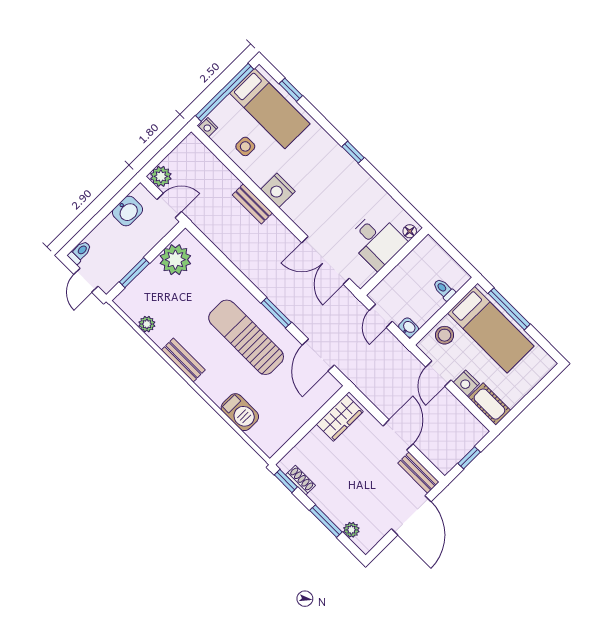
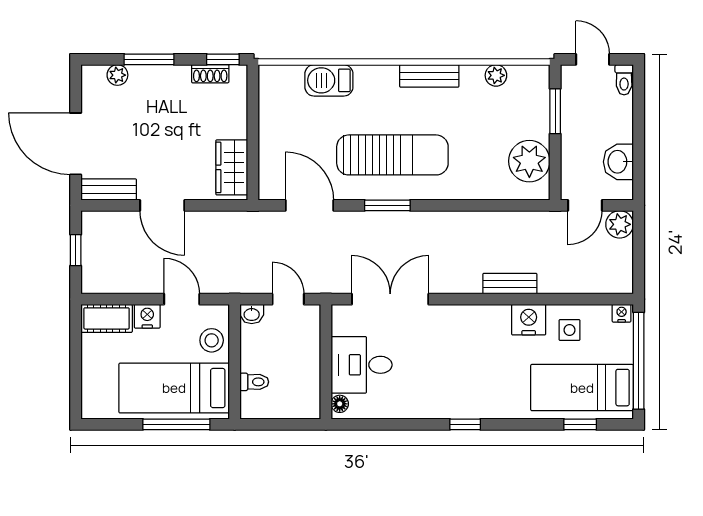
nightstand: (278, 190) -> (529, 320), moved

